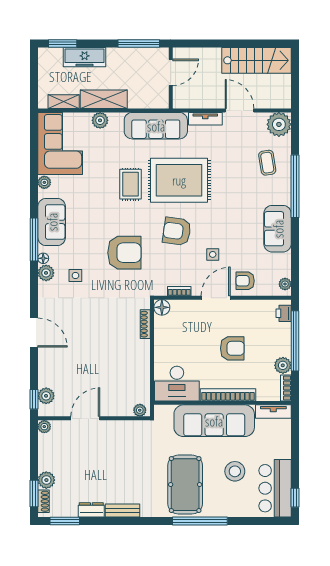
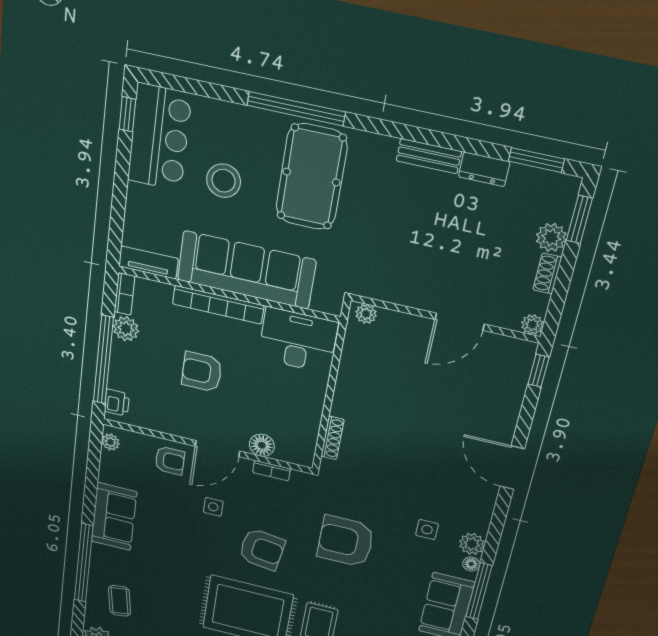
floor lamp: (162, 307) -> (262, 445), moved
plant: (46, 396) -> (517, 371), removed
shoe rack: (43, 501) -> (547, 274), moved

